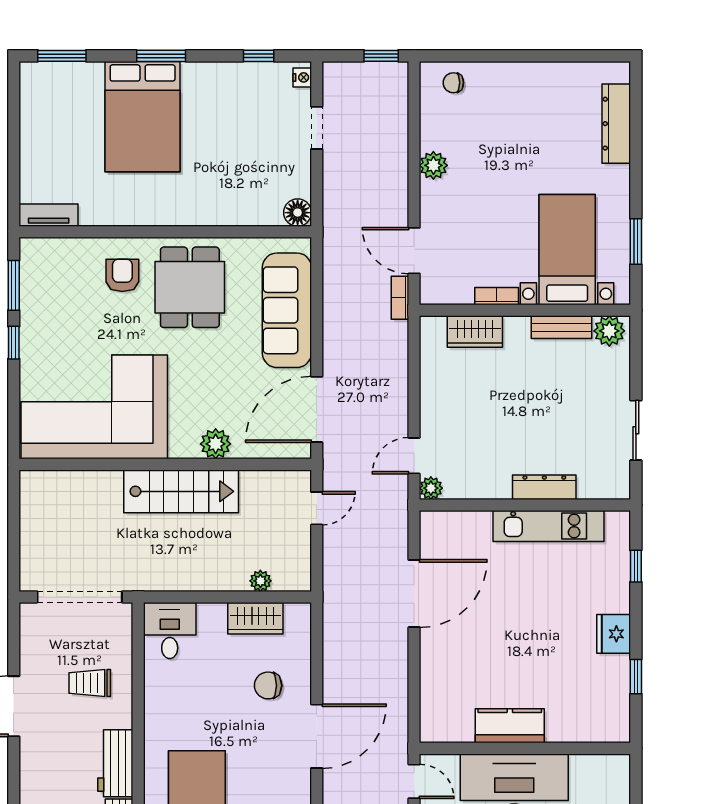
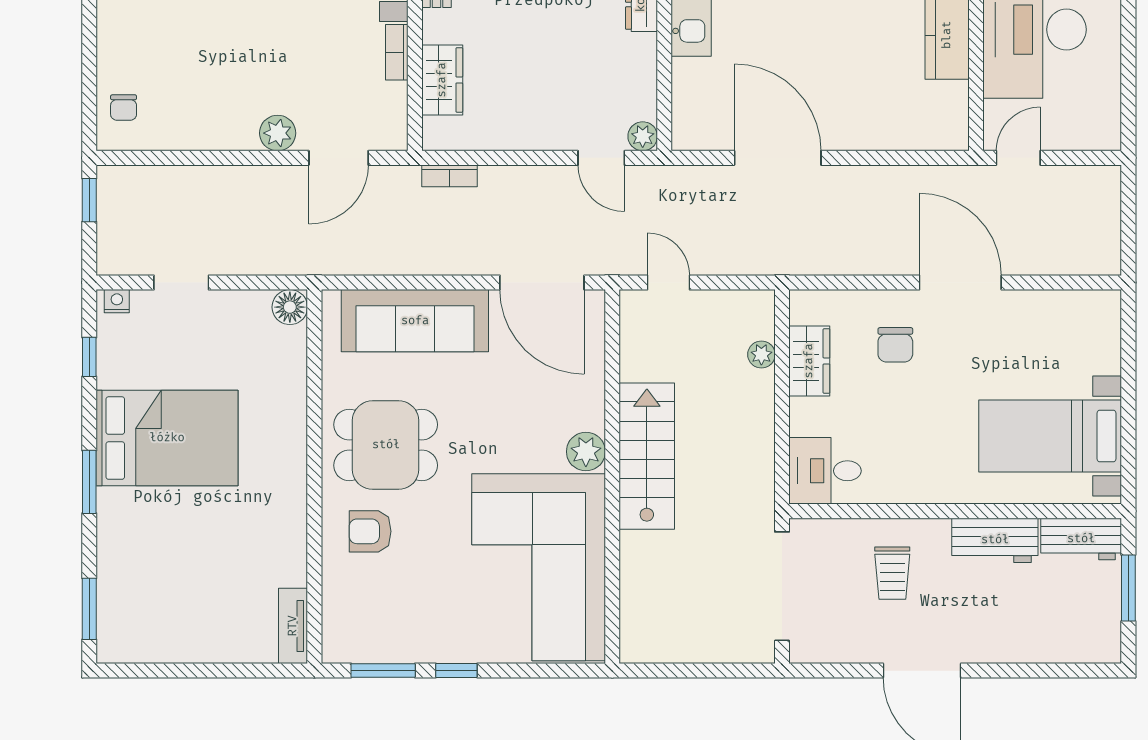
bed: (143, 117) -> (167, 438), moved
plant: (433, 165) -> (278, 133), moved
bookcase: (400, 298) -> (450, 176), moved
plant: (216, 444) -> (586, 452), moved

